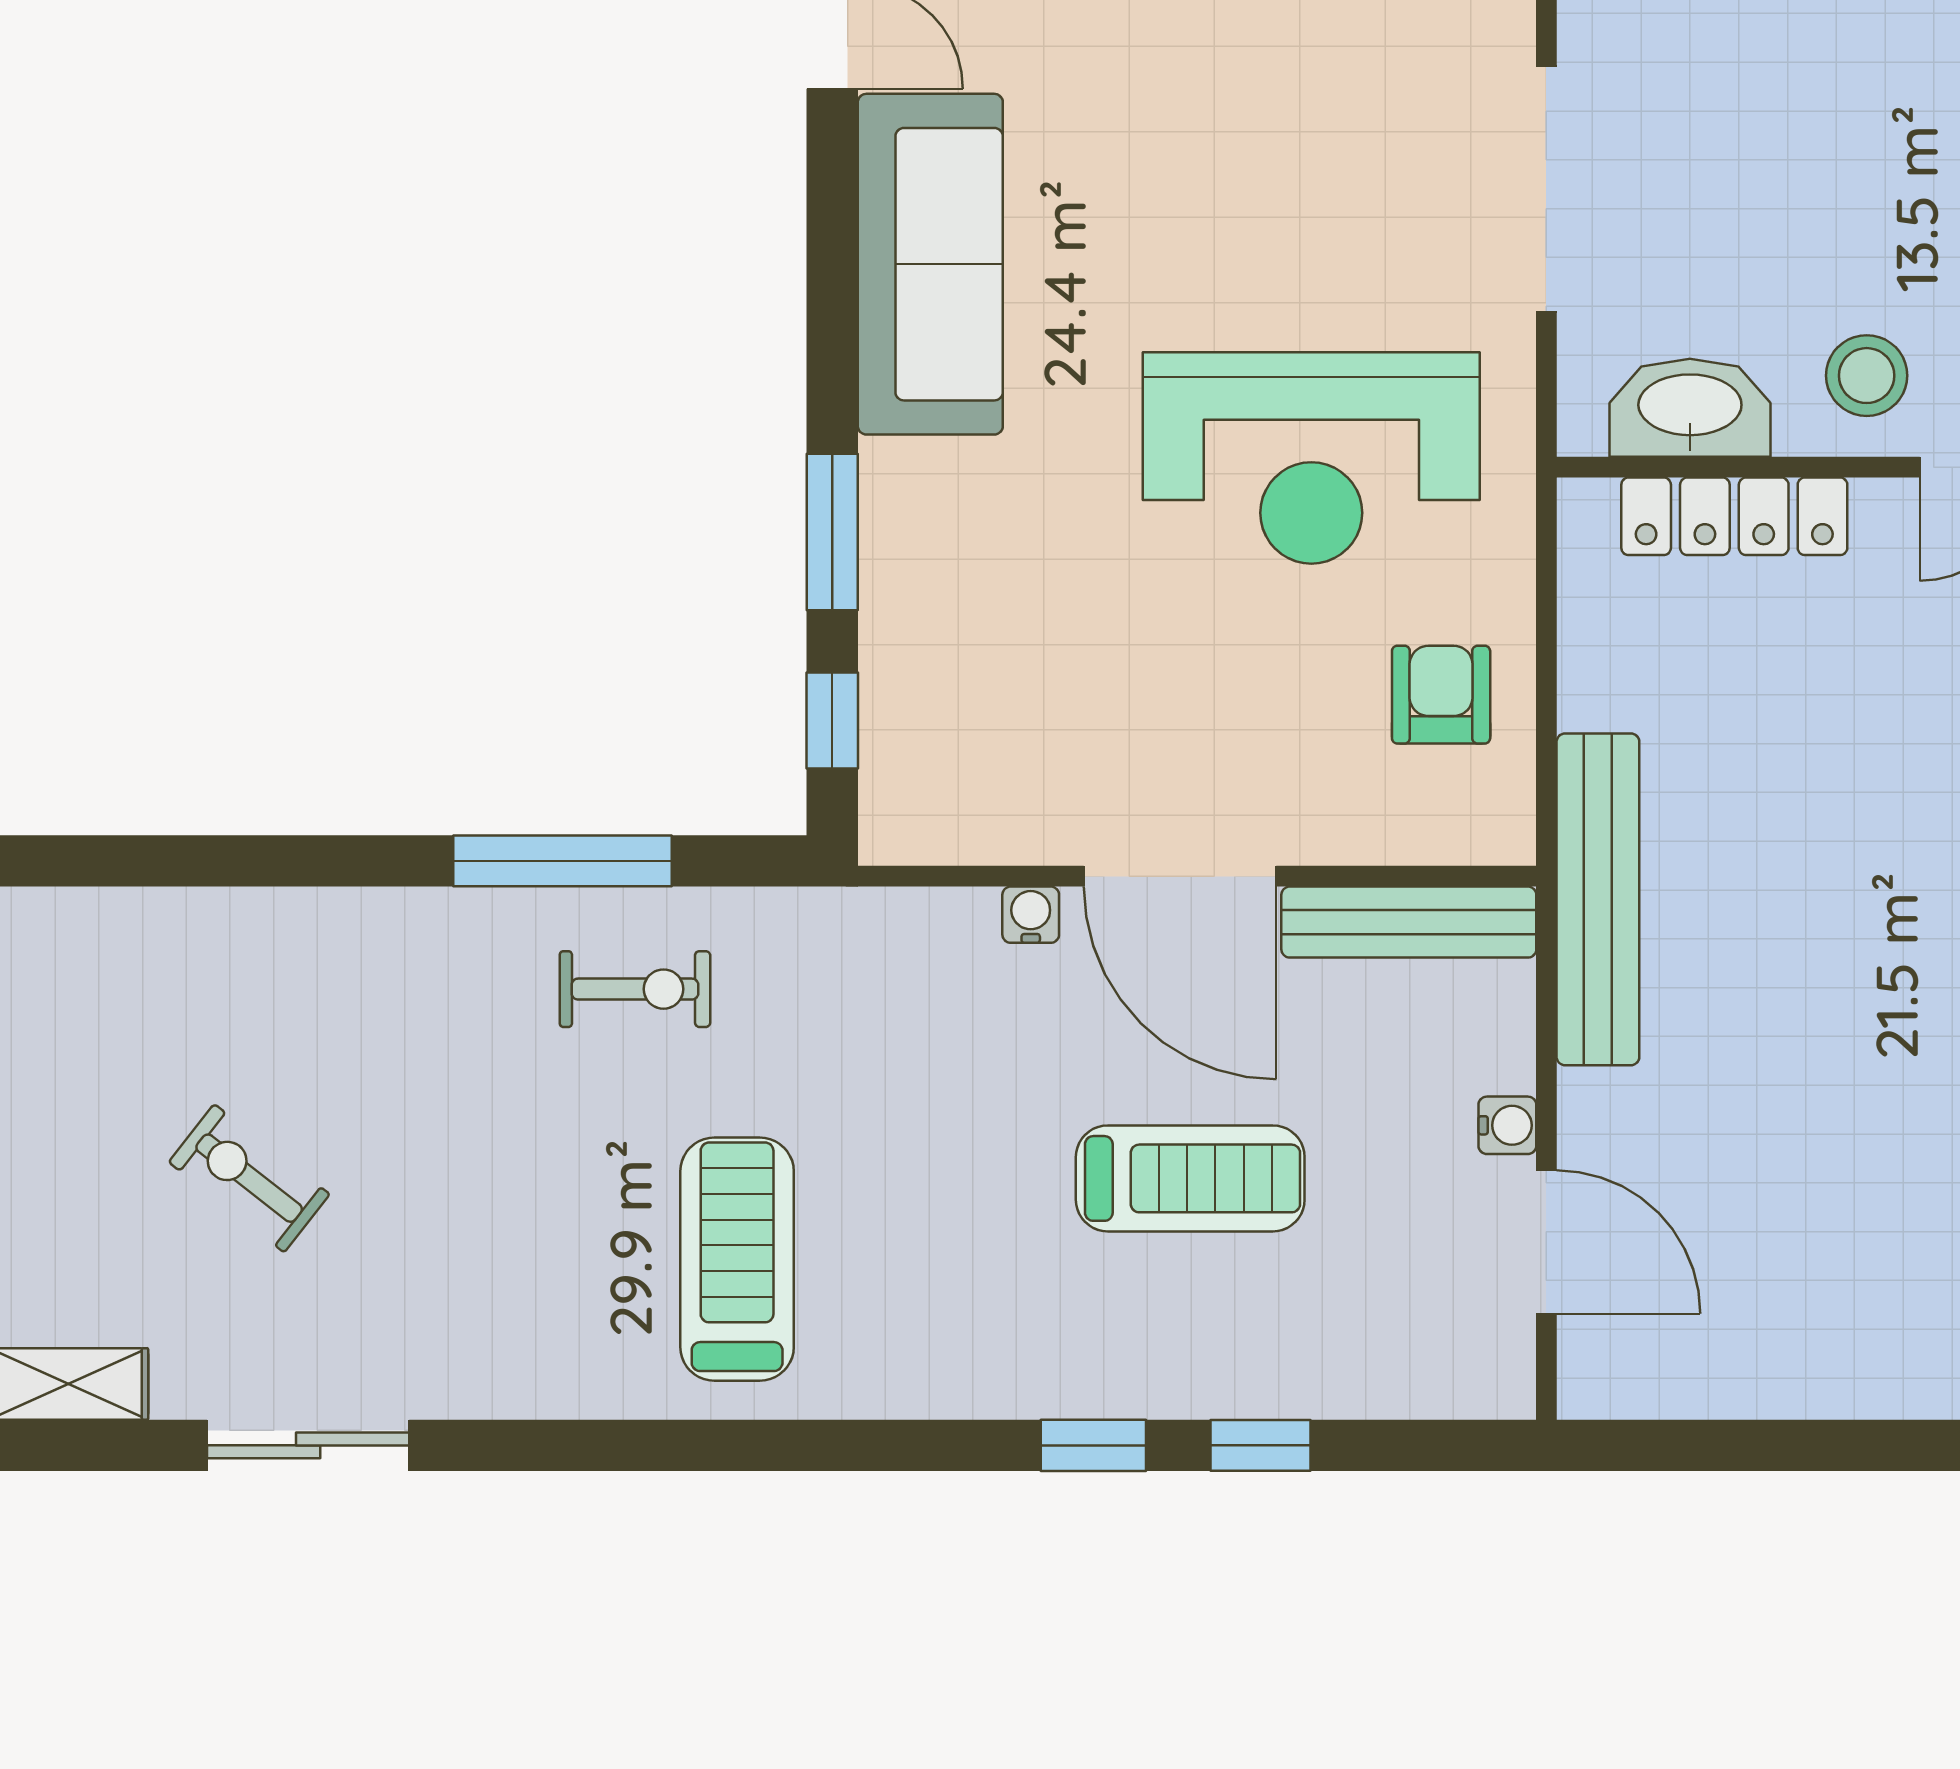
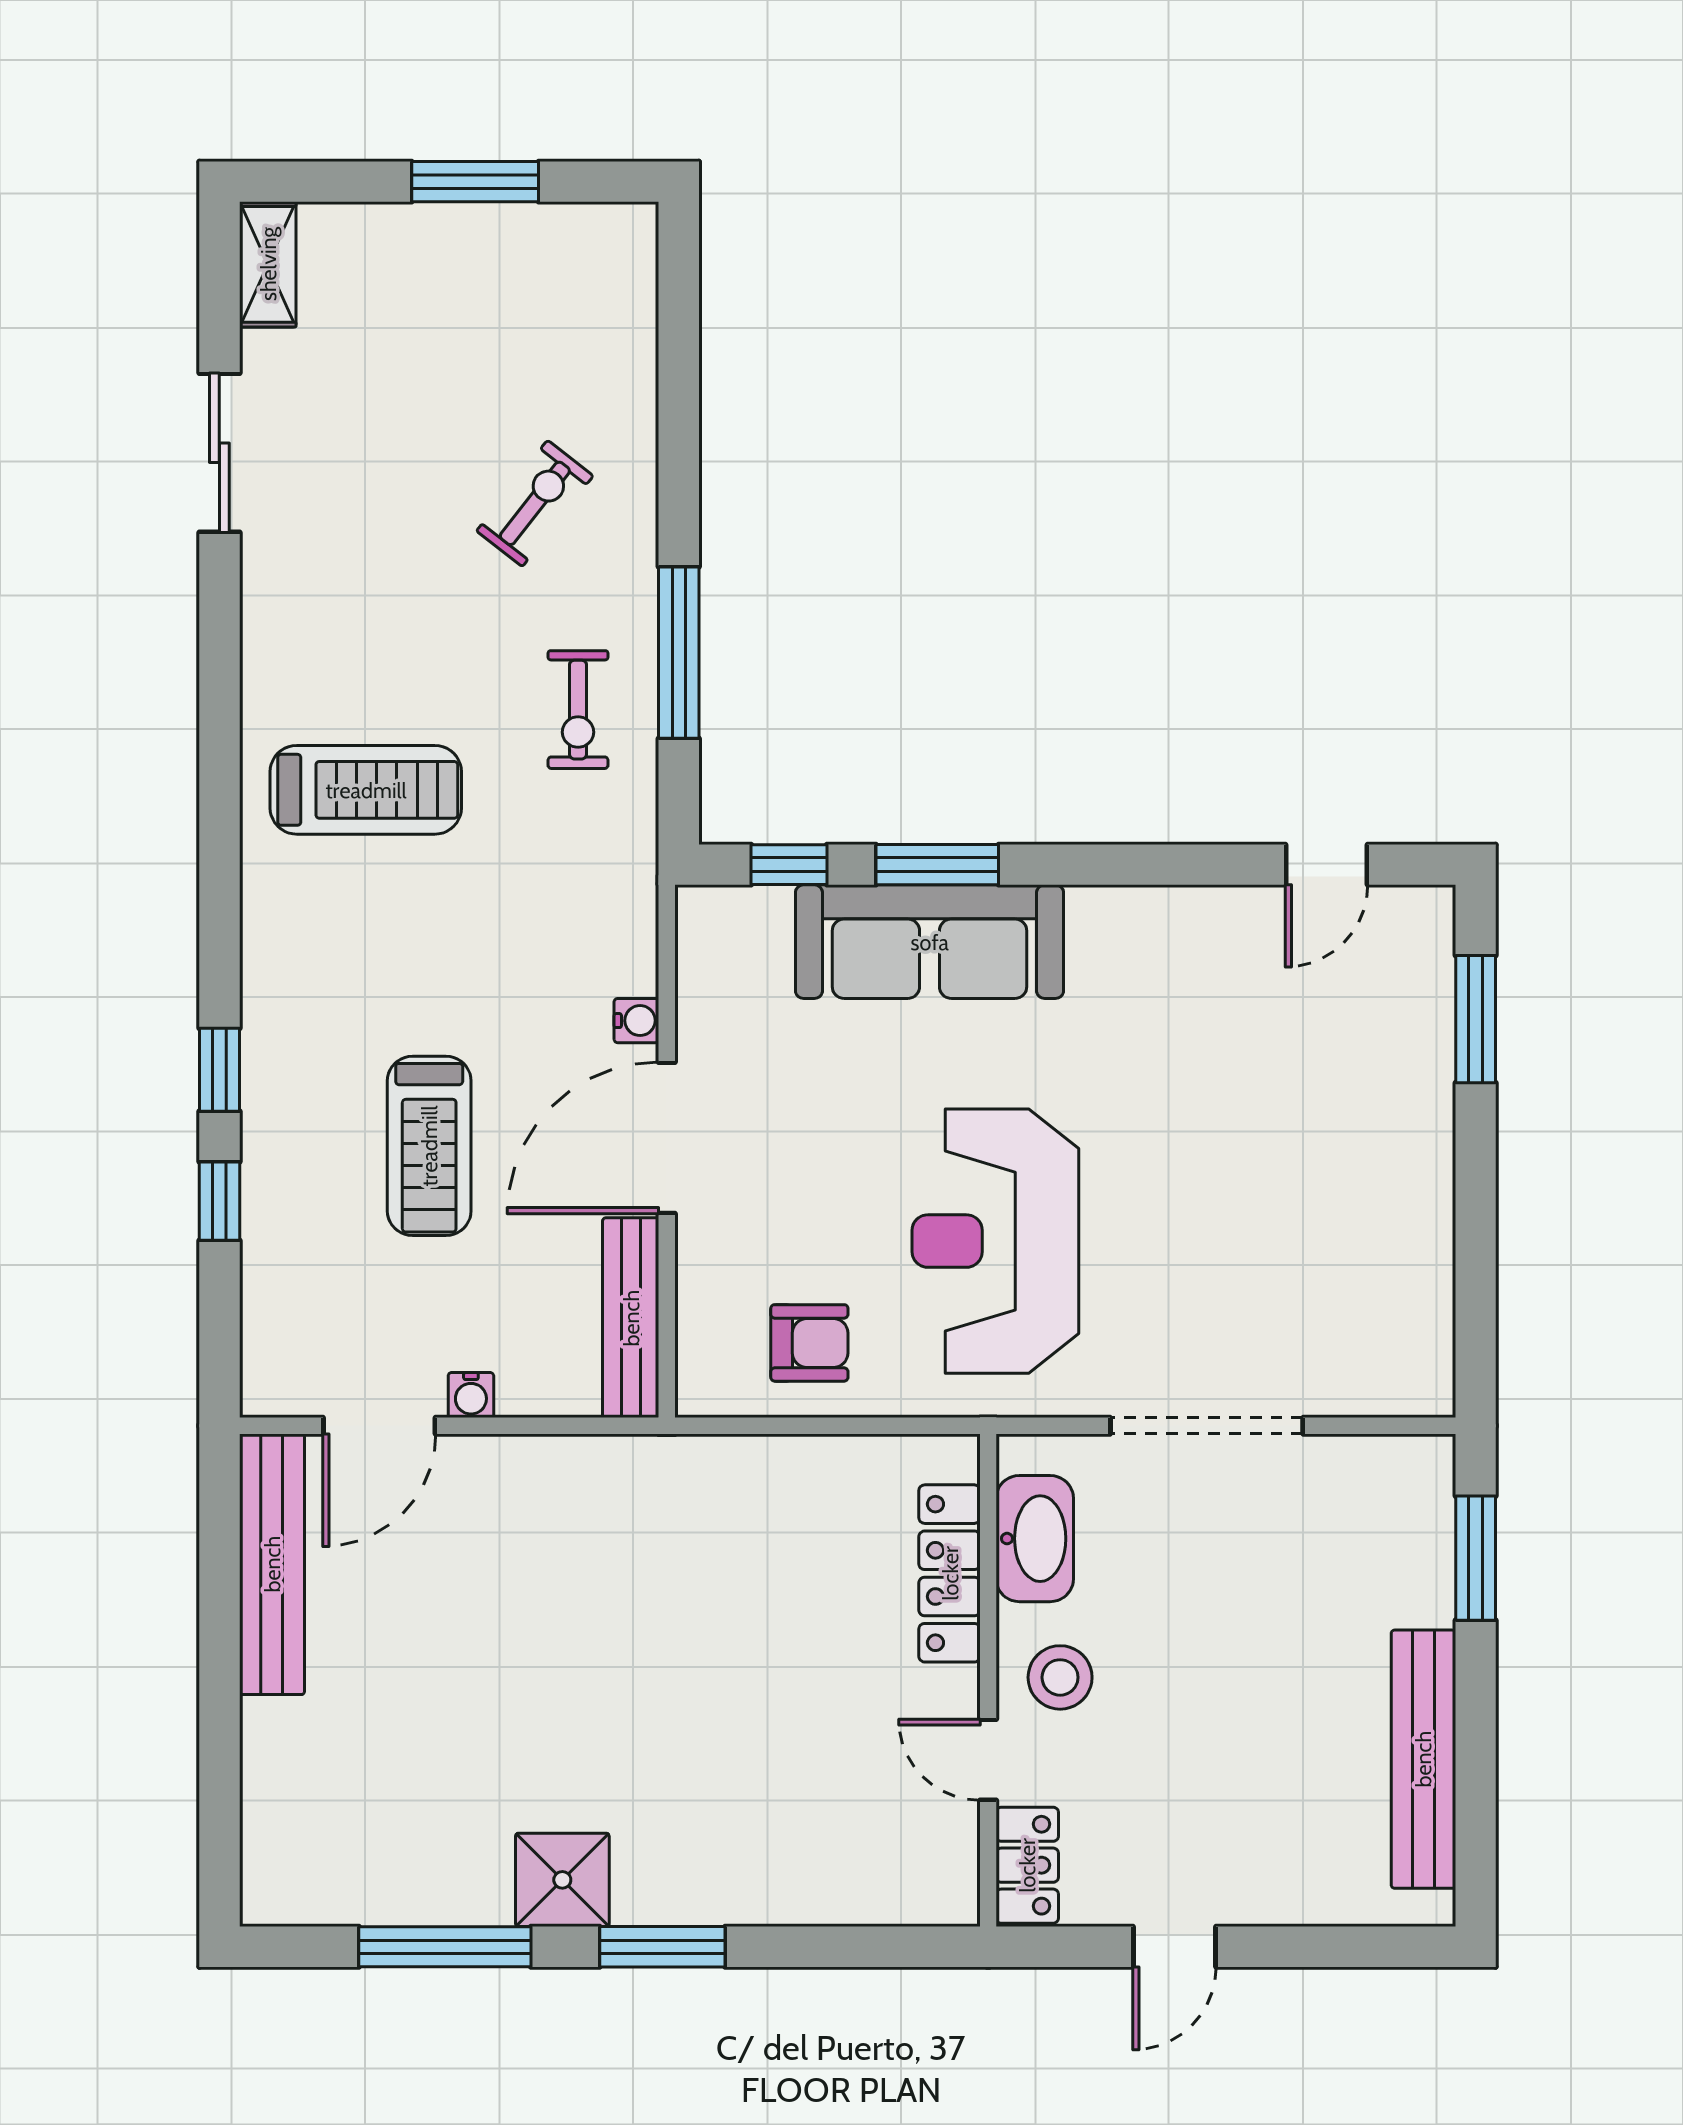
sofa: (930, 264) -> (930, 942), moved
bench: (1598, 899) -> (272, 1564), moved, turned 90
exercise bike: (249, 1178) -> (535, 503), moved

